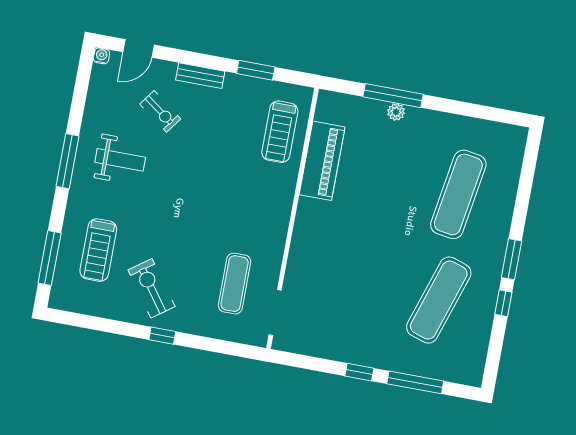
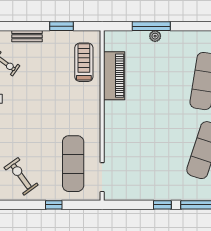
treadmill: (280, 132) -> (84, 62), turned 180
exercise mat: (235, 284) -> (73, 164), width x1.36, depth x1.45
window: (162, 336) -> (54, 205), moved

